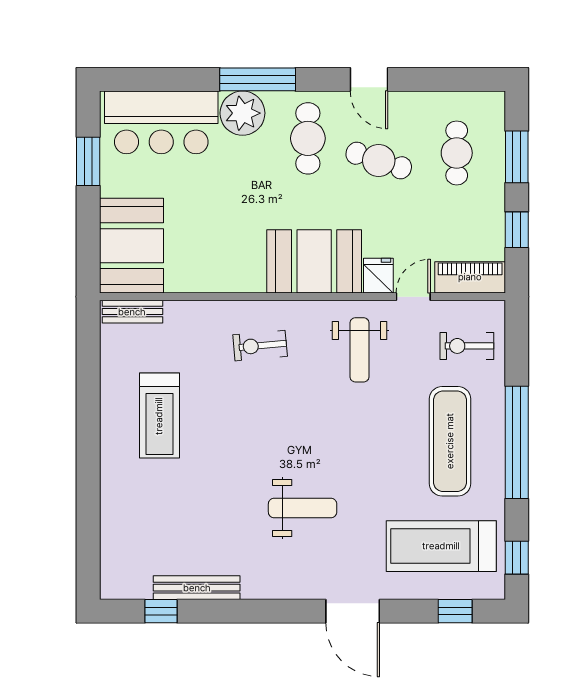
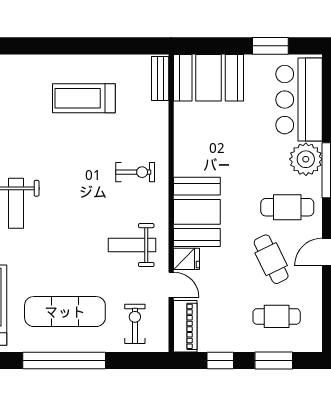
cafe table: (379, 160) -> (271, 259), turned -44
exercise bike: (260, 346) -> (135, 172), turned 95

